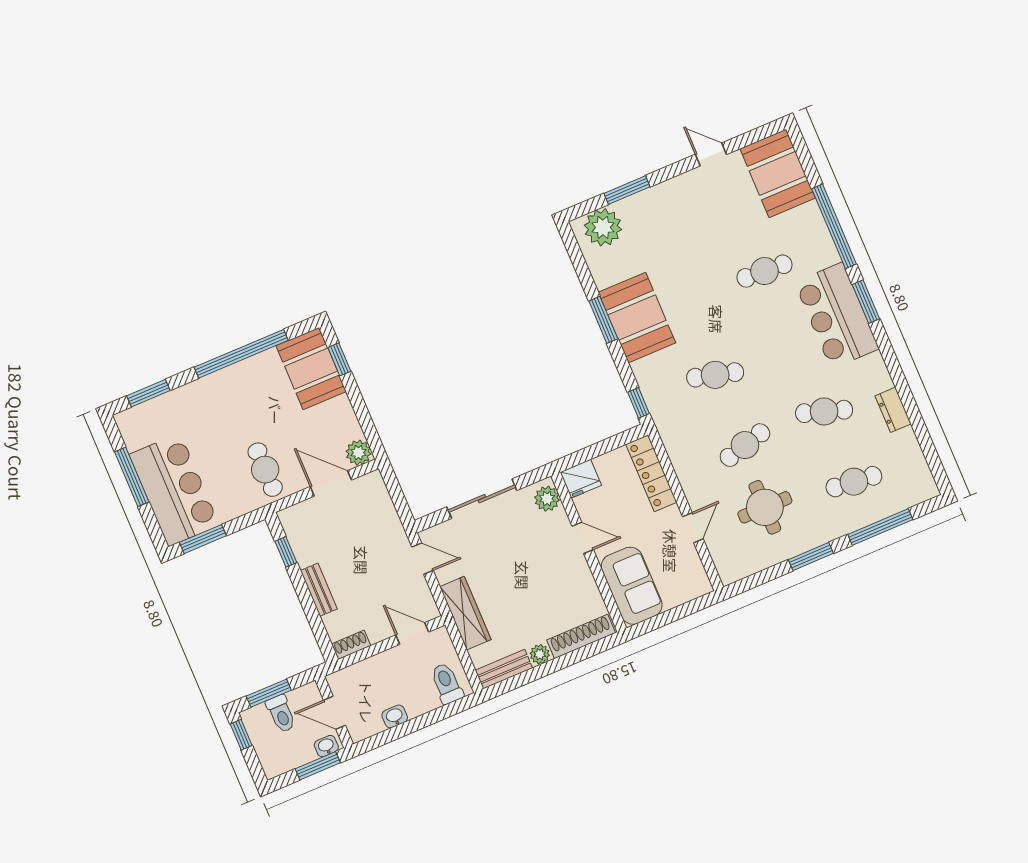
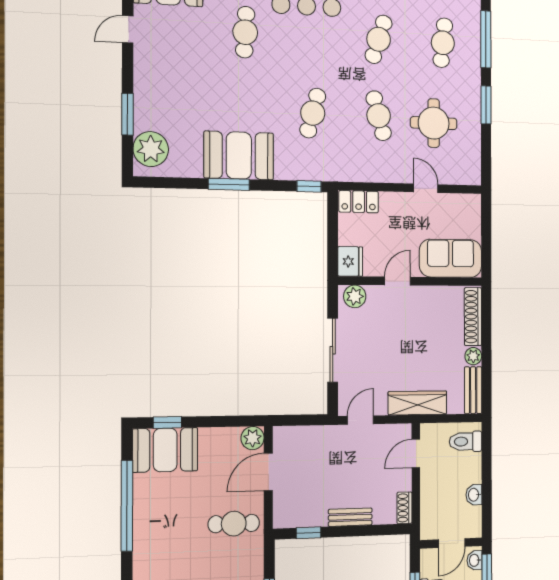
locker: (651, 473) -> (359, 202), width x0.66

